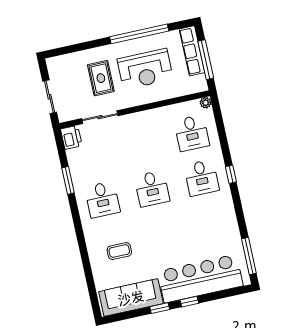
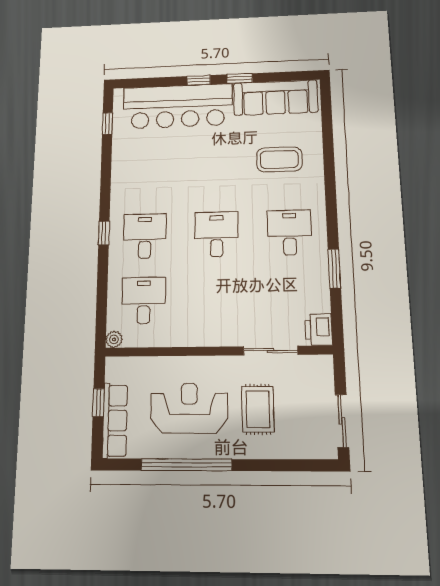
window: (206, 60) -> (98, 403), width x0.46
sliding door: (50, 97) -> (342, 421), moved
coffee table: (119, 251) -> (279, 159), width x1.36, depth x1.30
window: (249, 256) -> (107, 123), width x0.46

